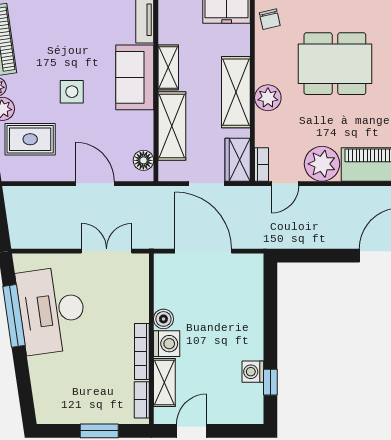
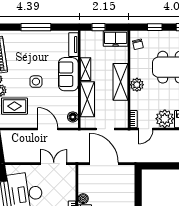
wardrobe: (238, 160) -> (121, 117), removed

